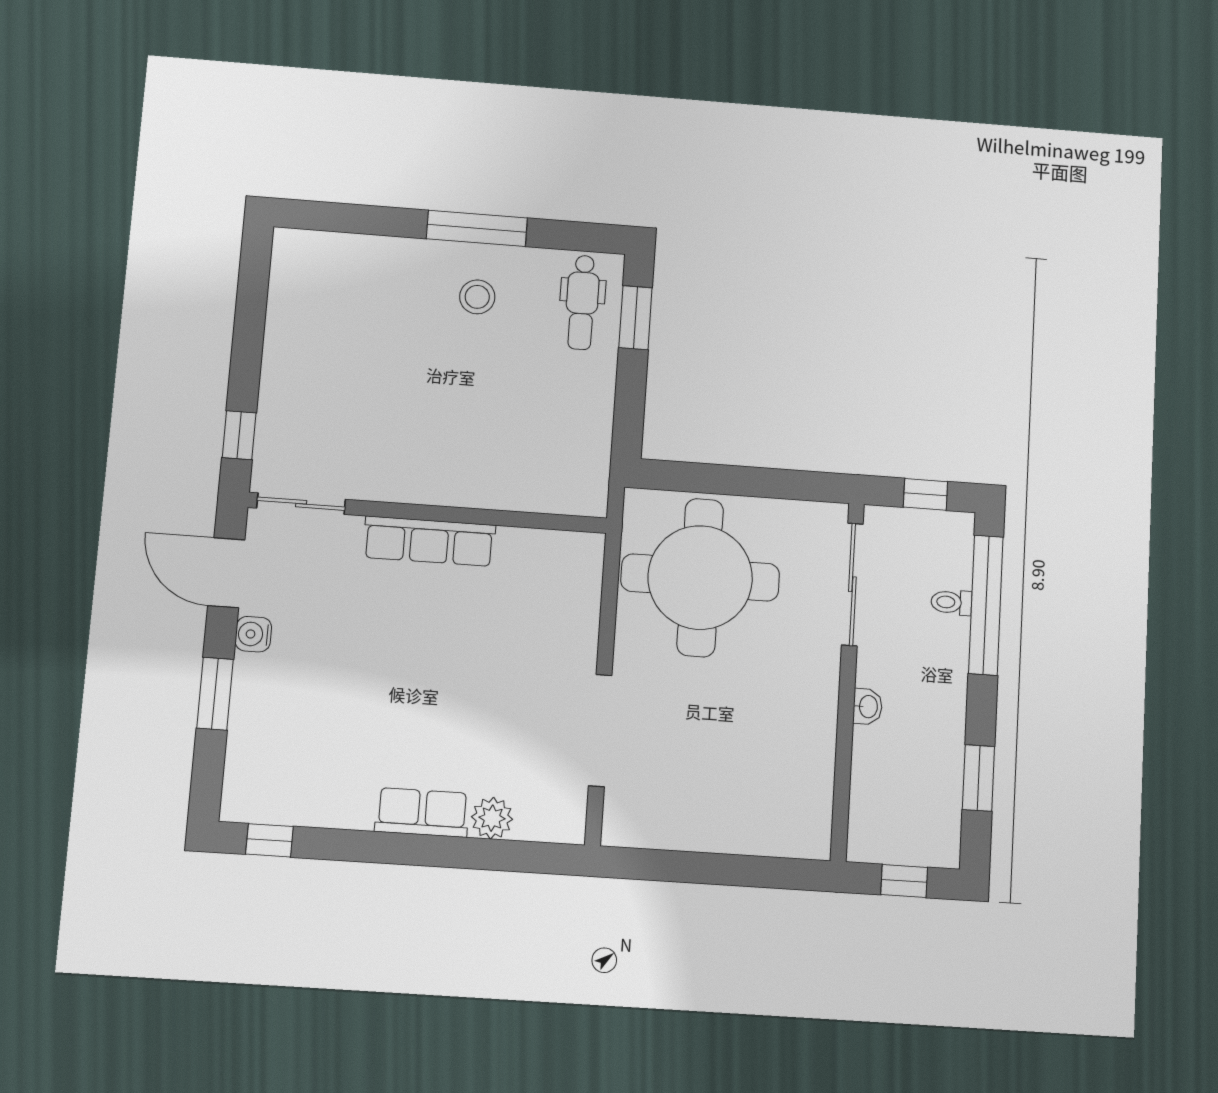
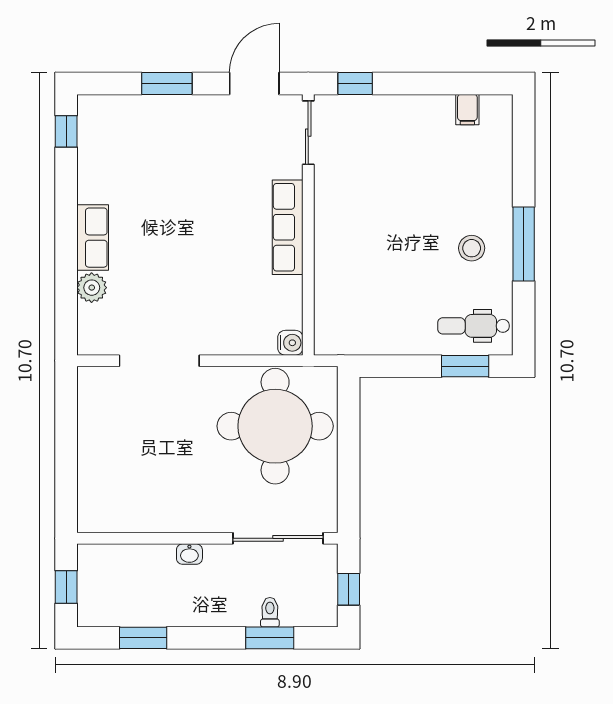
filing cabinet: (289, 288) -> (467, 110), added
window: (986, 605) -> (270, 638), width x0.47
water cooler: (253, 634) -> (290, 343), moved, turned 90

